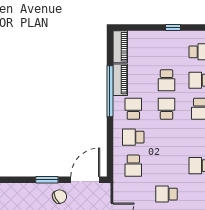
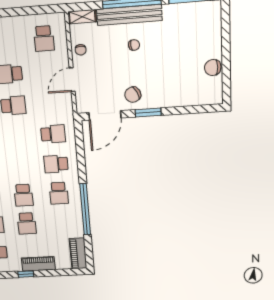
piano: (120, 80) -> (38, 264), moved, turned 90
school desk: (167, 80) -> (27, 223), turned 180
school desk: (133, 137) -> (56, 164), turned 180
school desk: (133, 166) -> (53, 134), turned 90

